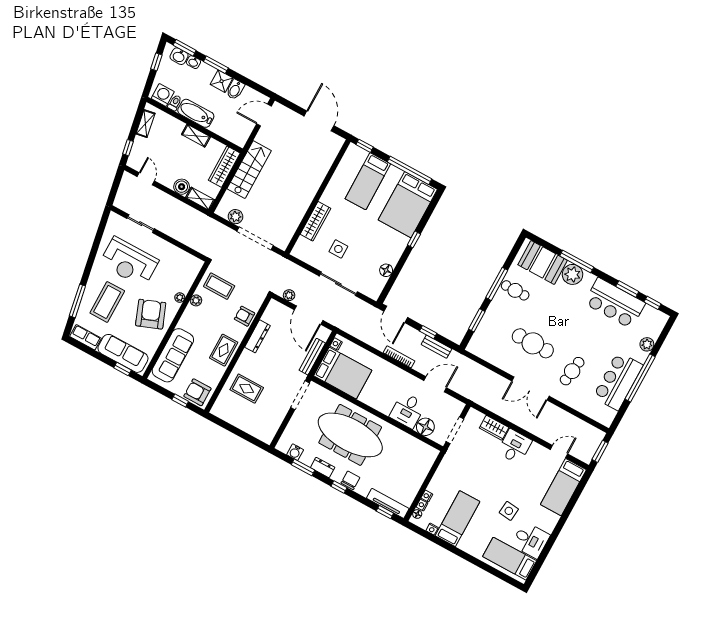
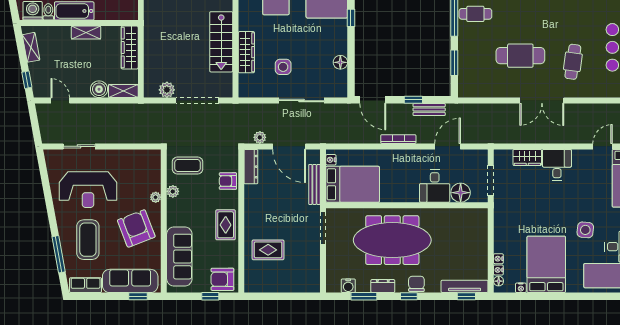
stairs: (249, 170) -> (221, 42), moved, turned 180
dresser: (257, 336) -> (251, 167), moved
bed: (458, 519) -> (546, 264), width x1.50

